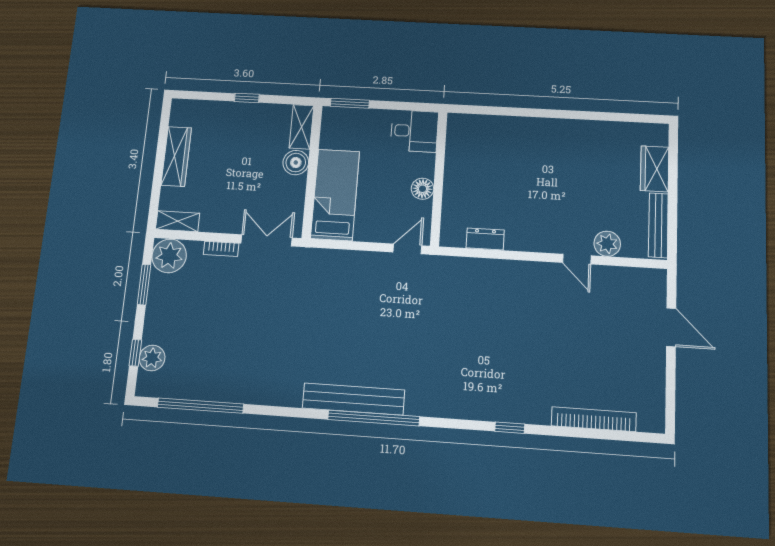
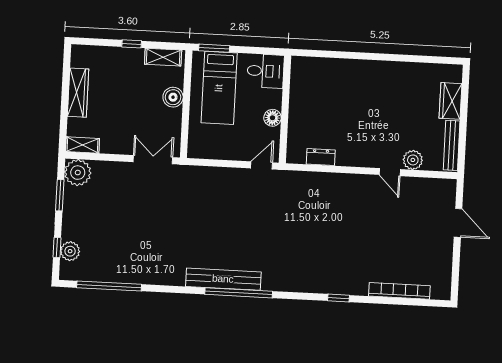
shelving: (302, 127) -> (163, 57), moved, turned 90
bed: (335, 195) -> (219, 88), moved, turned 180
bookcase: (221, 249) -> (118, 167), removed

